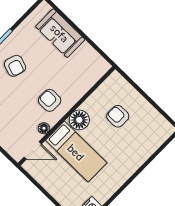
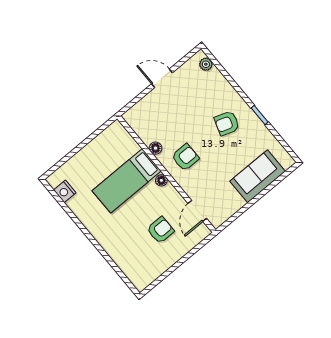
floor lamp: (79, 120) -> (161, 180), width x0.53, depth x0.53
door: (33, 150) -> (197, 211), moved

